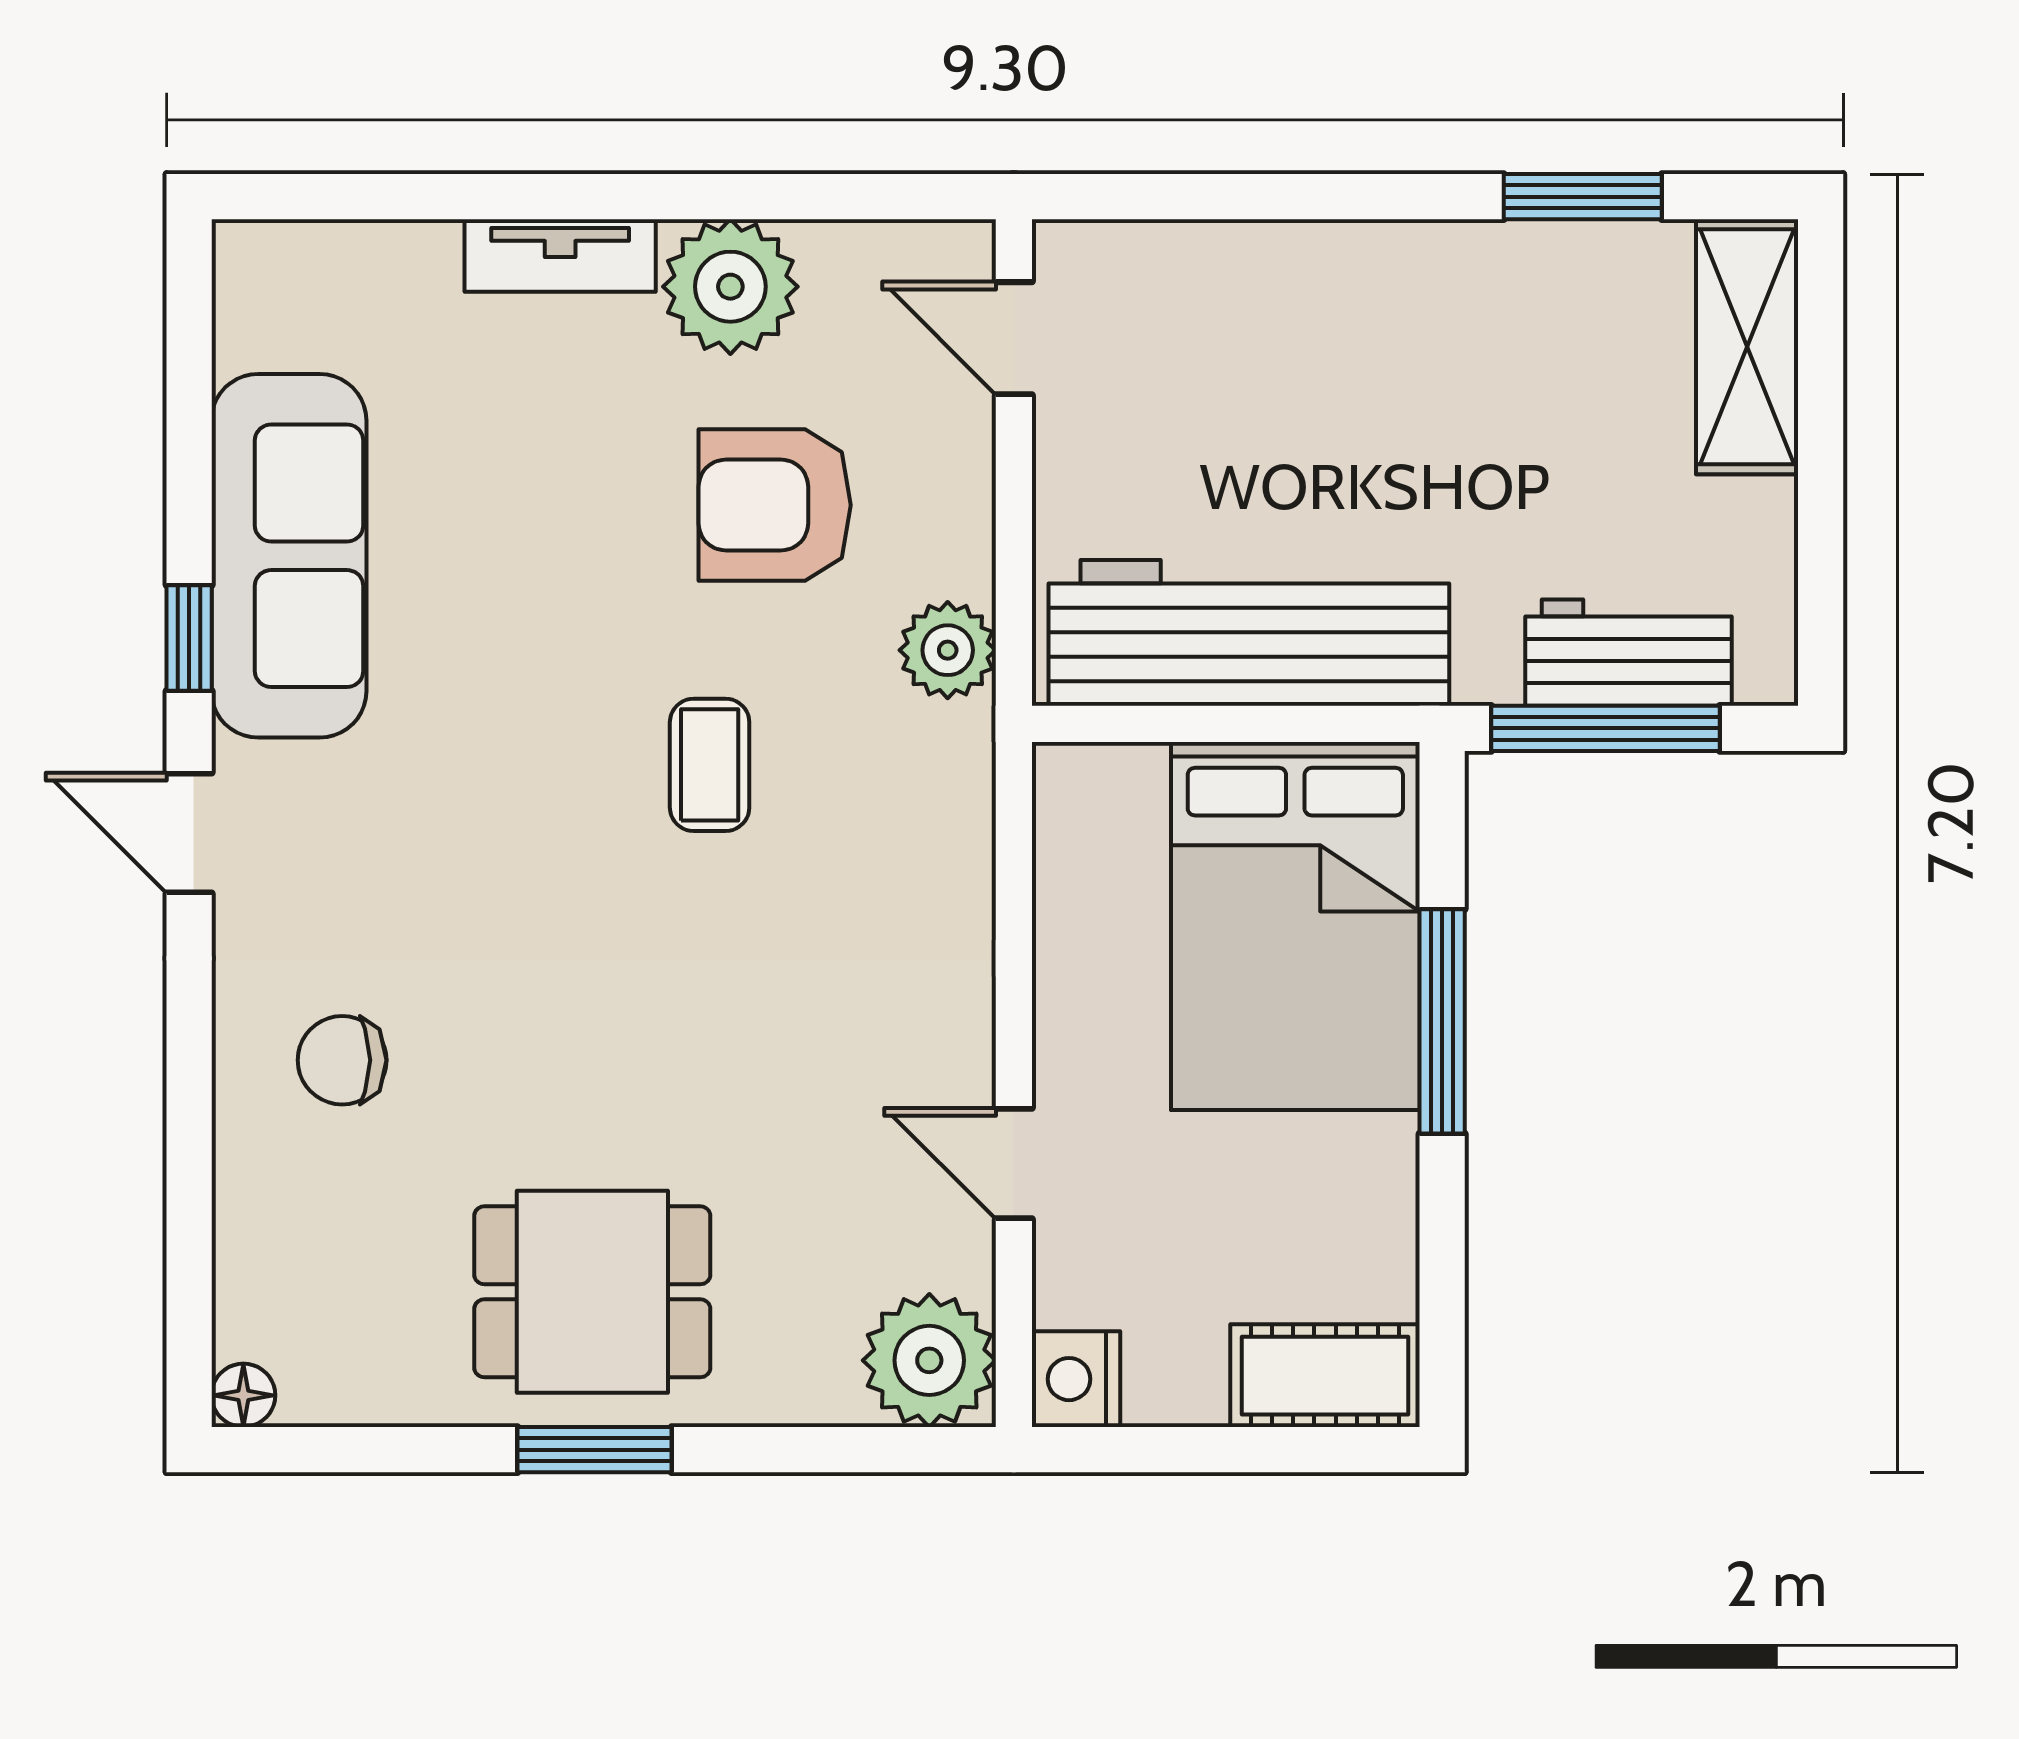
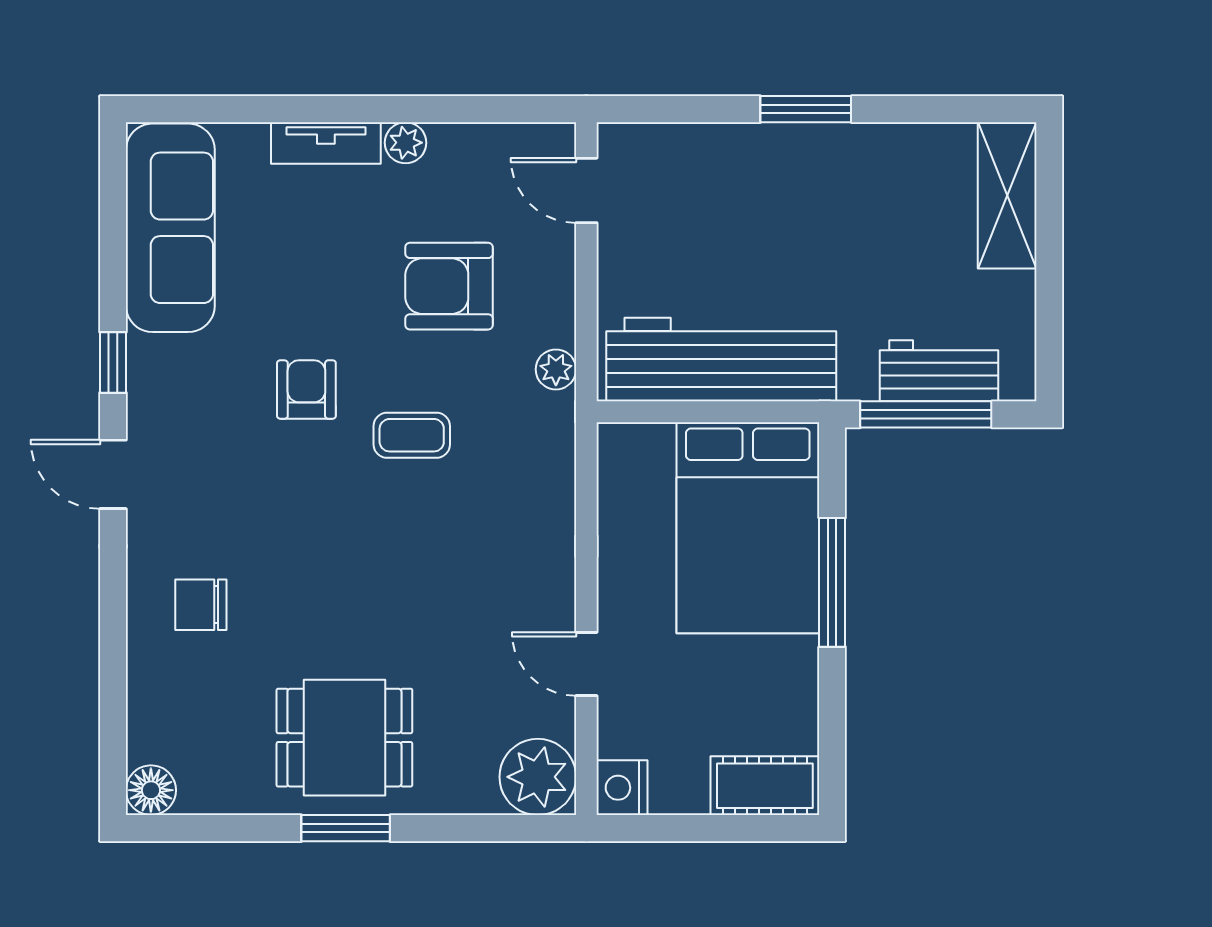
window: (1583, 197) -> (806, 109), moved
plant: (730, 287) -> (406, 143), width x0.53, depth x0.53
sofa: (289, 556) -> (170, 228), moved
plant: (948, 650) -> (556, 369), width x0.73, depth x0.73
armchair: (526, 685) -> (306, 389), added
coffee table: (710, 765) -> (412, 435), turned 90
floor lamp: (243, 1395) -> (151, 790), width x1.37, depth x1.37

